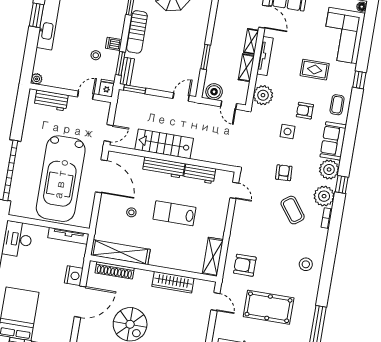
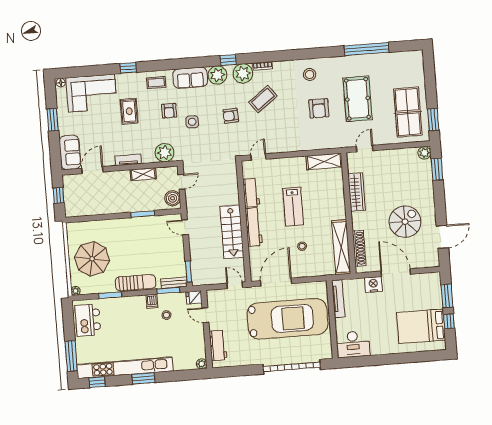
shelving: (251, 41) -> (118, 176), removed
tv unit: (265, 56) -> (128, 160), width x0.71
armchair: (245, 265) -> (319, 108), moved

